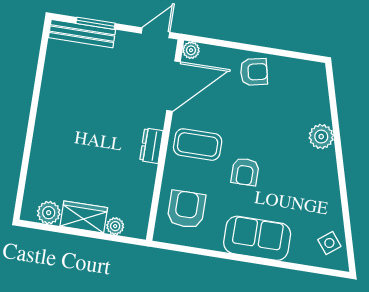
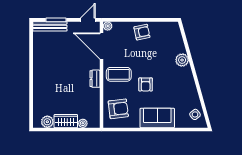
door: (174, 86) -> (102, 46), swing flipped
armchair: (186, 209) -> (118, 109), turned 83

